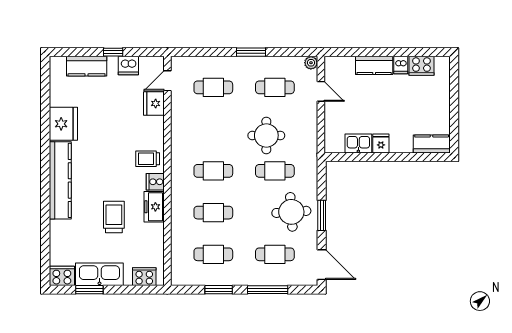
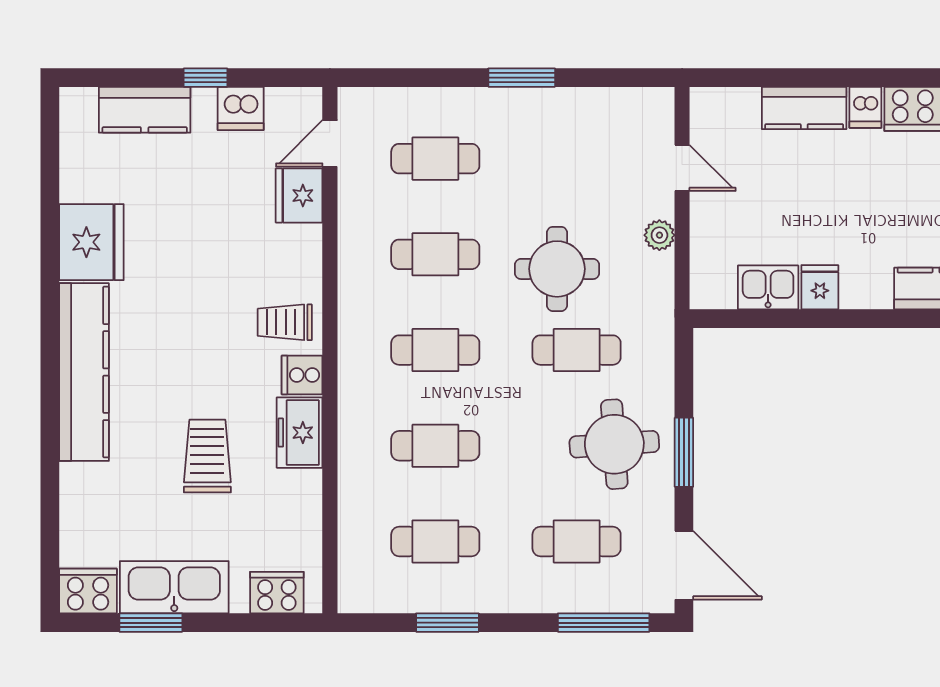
plant: (311, 63) -> (659, 235), moved
cafe table: (275, 87) -> (435, 254), moved
window: (268, 290) -> (604, 623), moved

